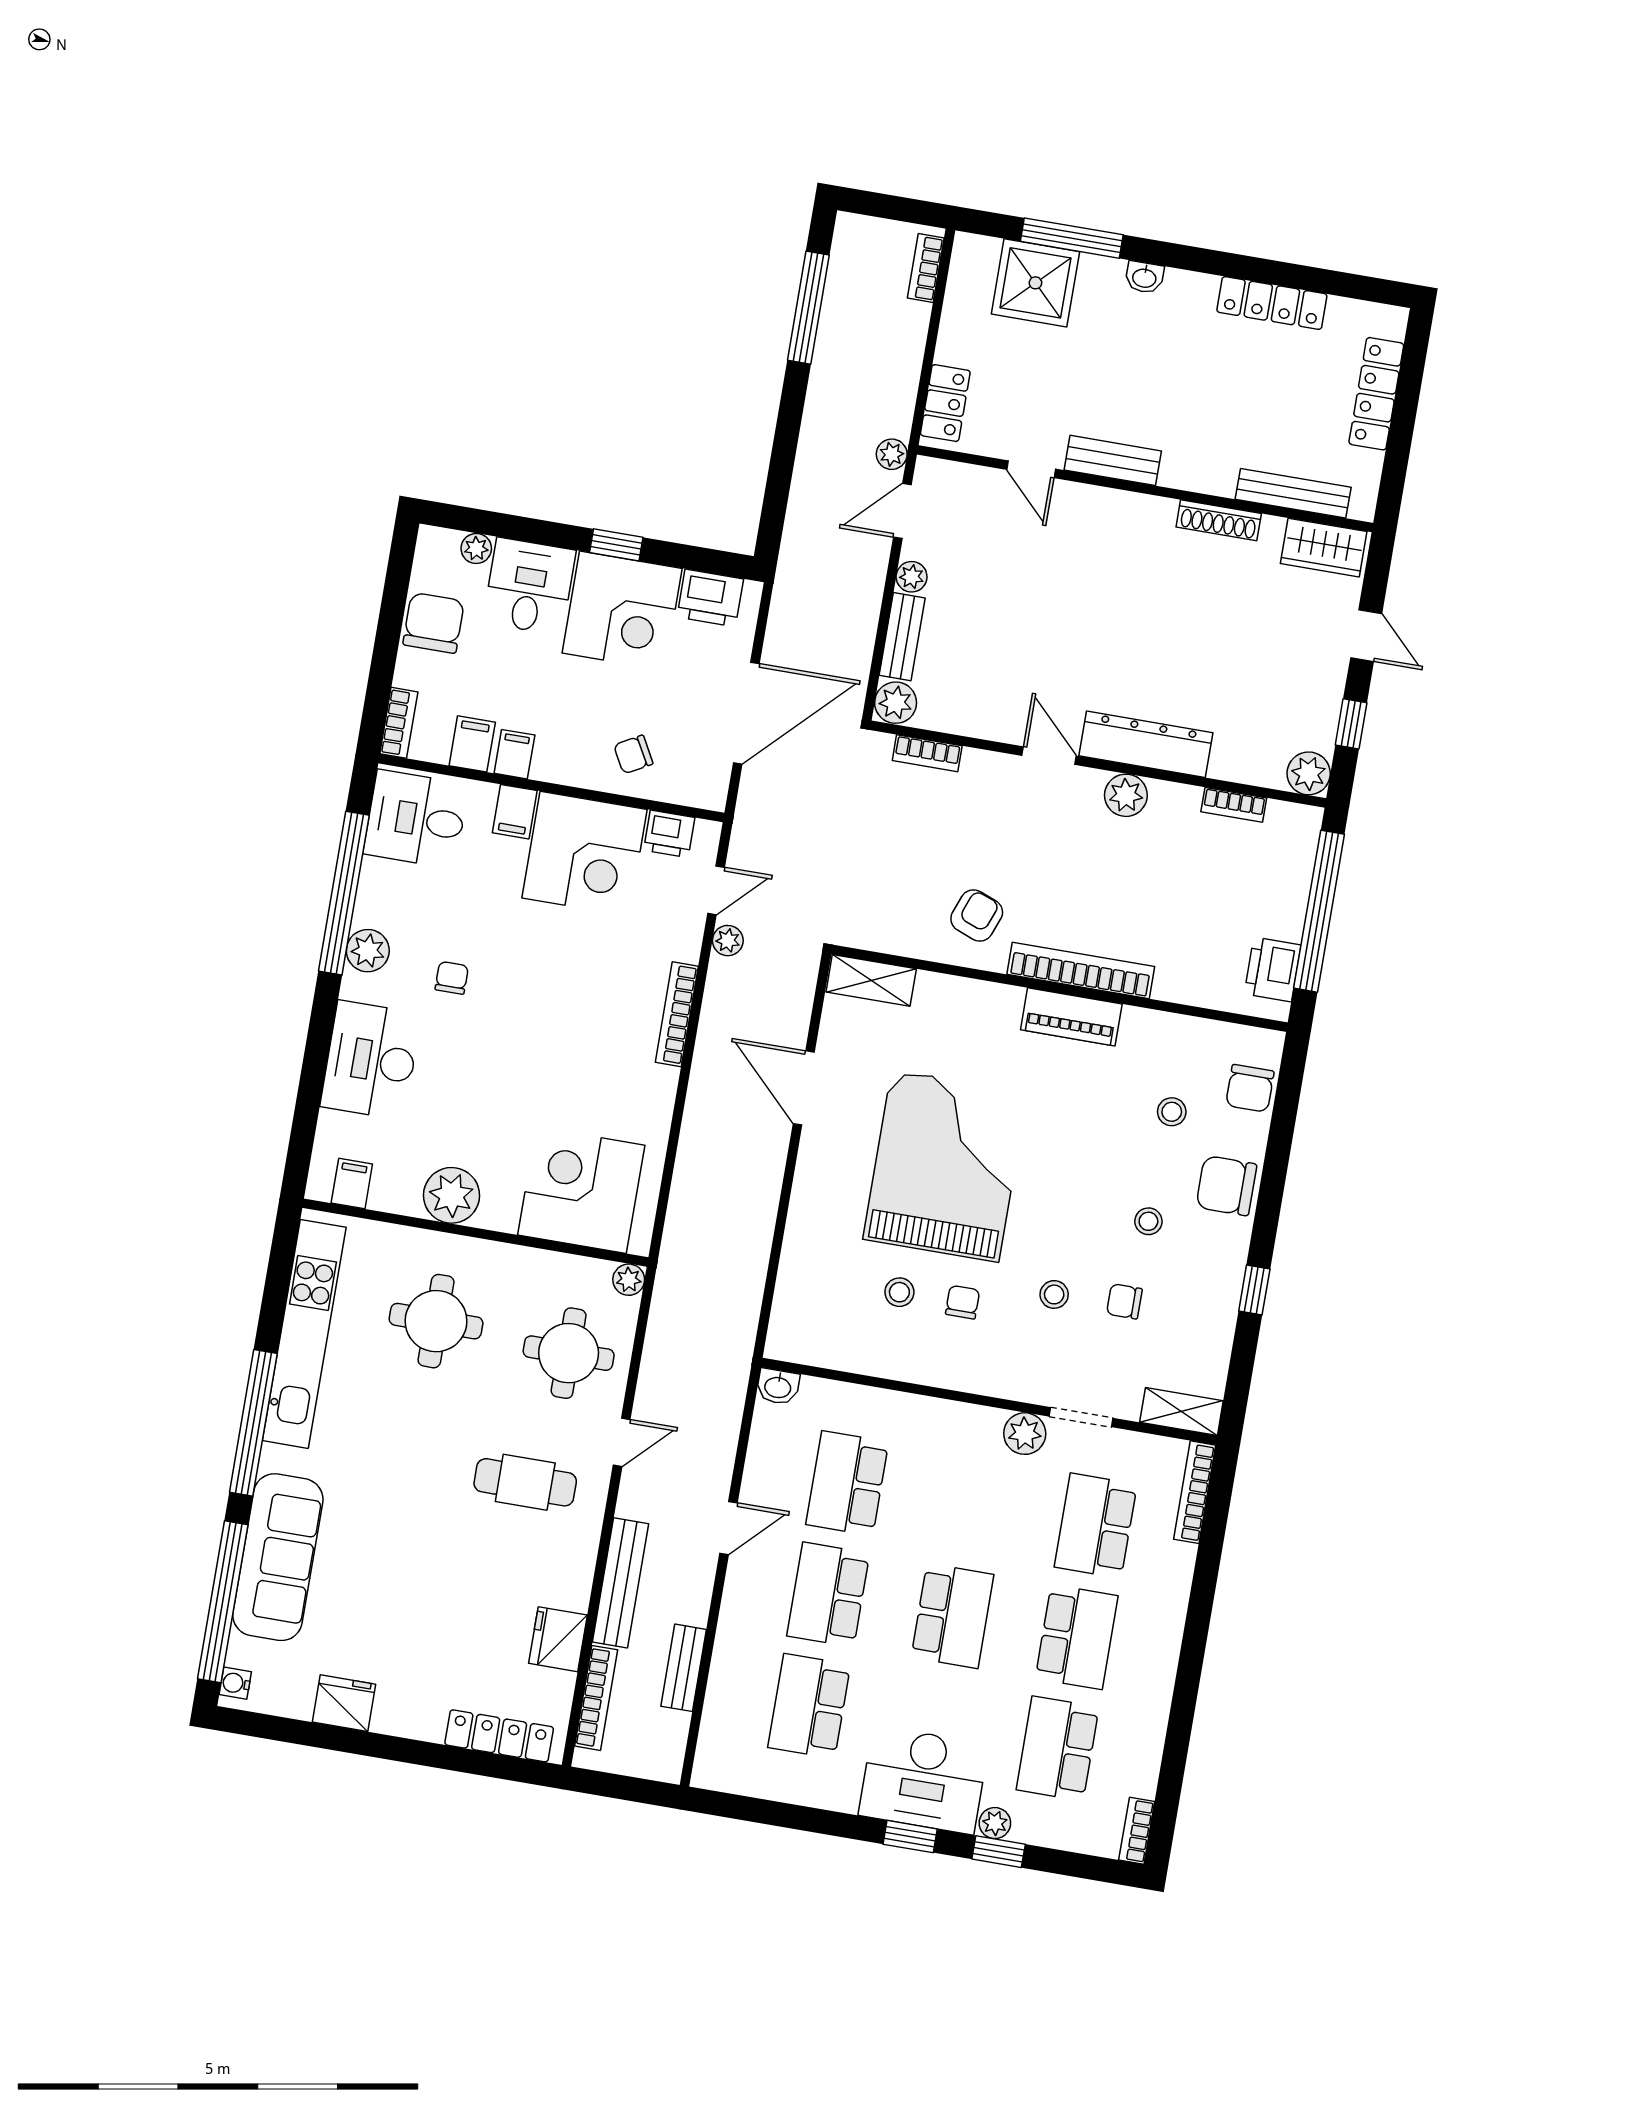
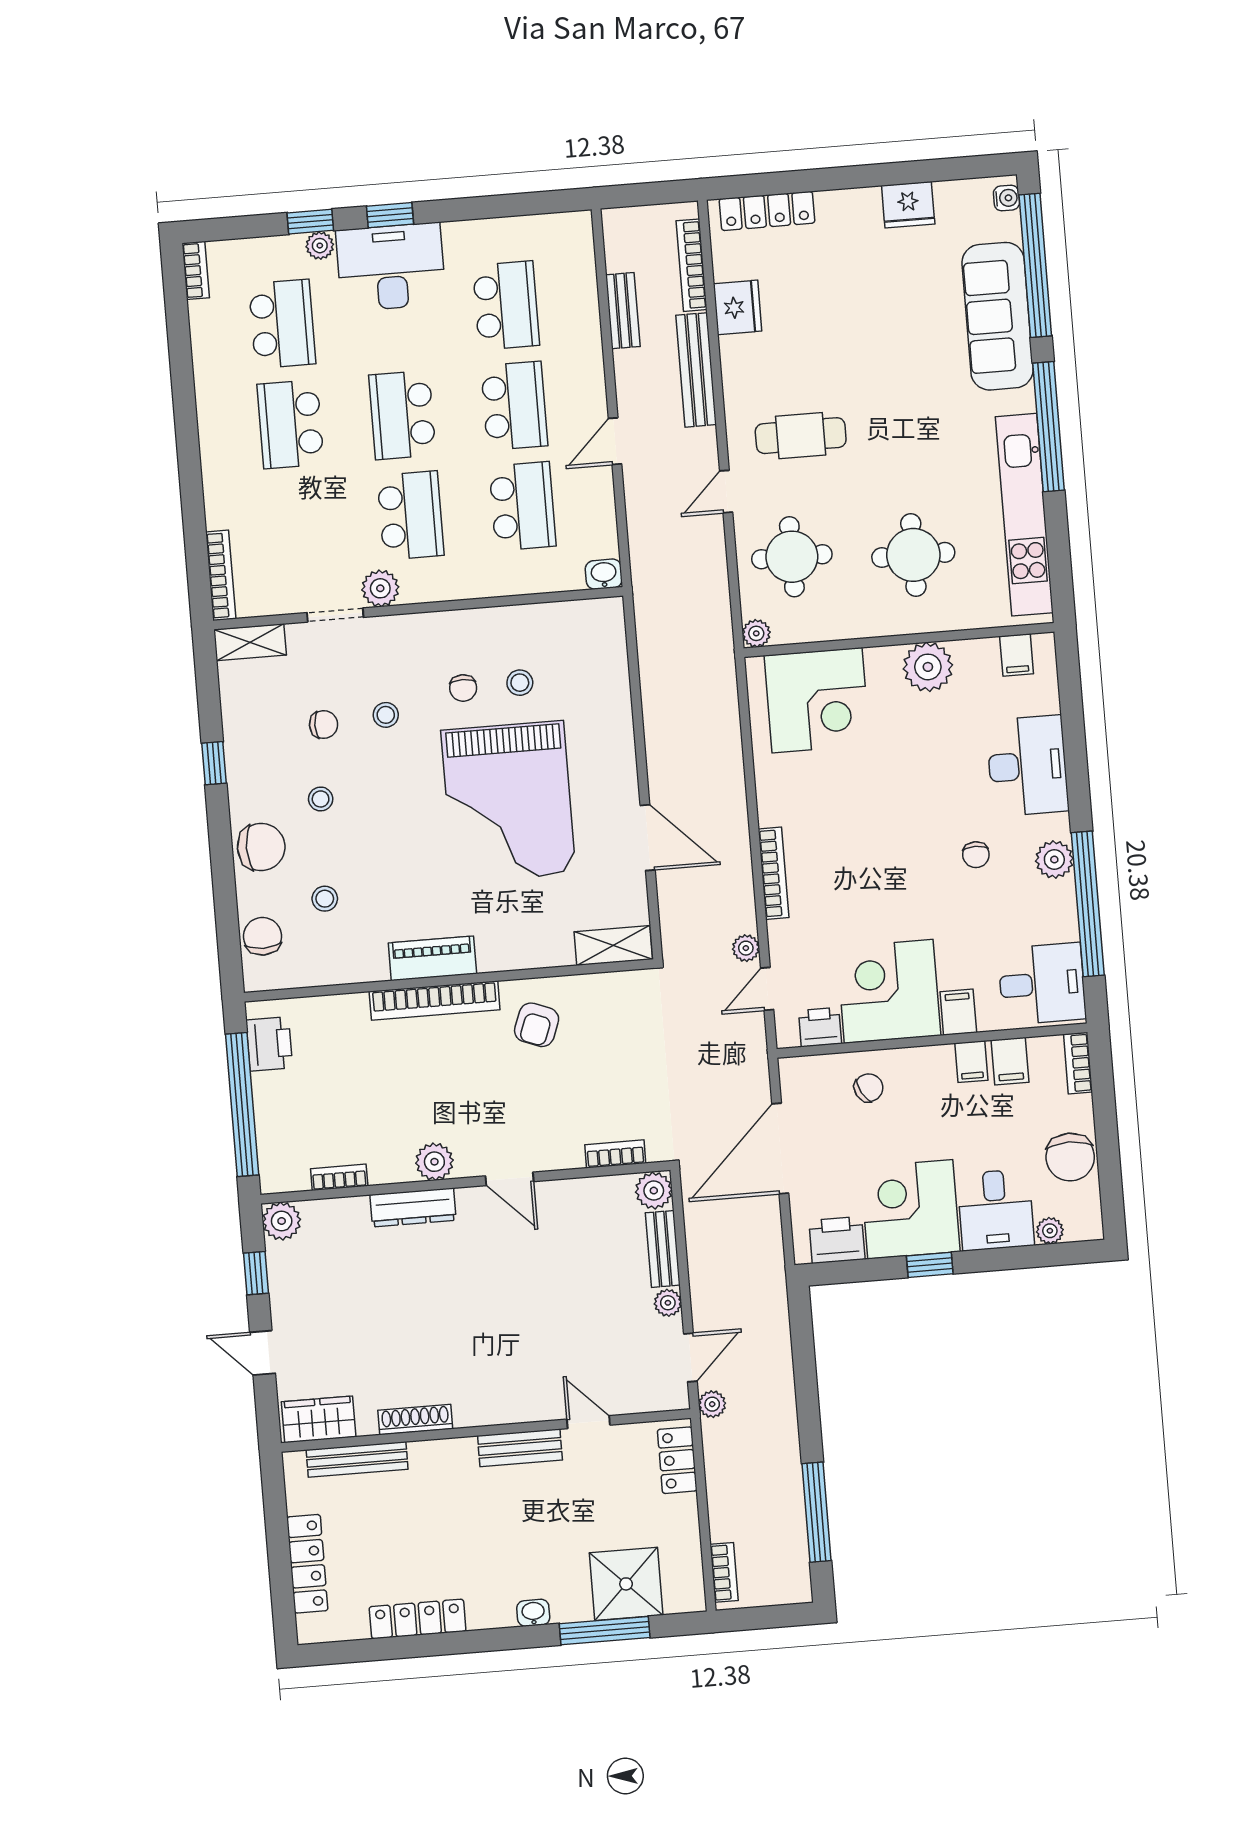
dresser: (1146, 744) -> (413, 1207), width x0.73, depth x0.80
school desk: (1096, 1526) -> (411, 515), moved

